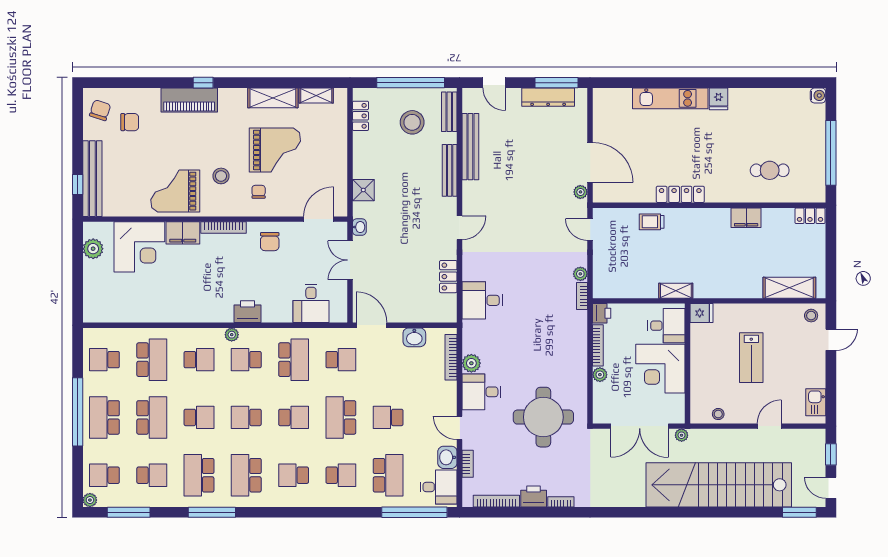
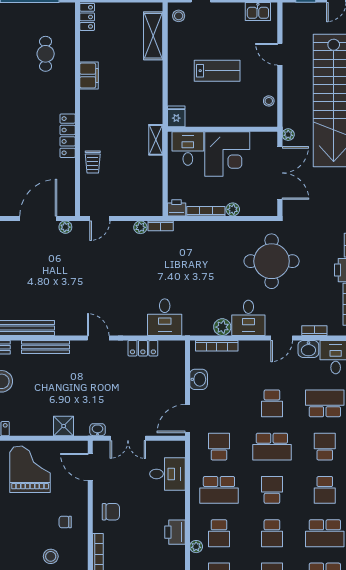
grand piano: (275, 150) -> (30, 469), moved
school desk: (294, 360) -> (219, 490), turned 180

